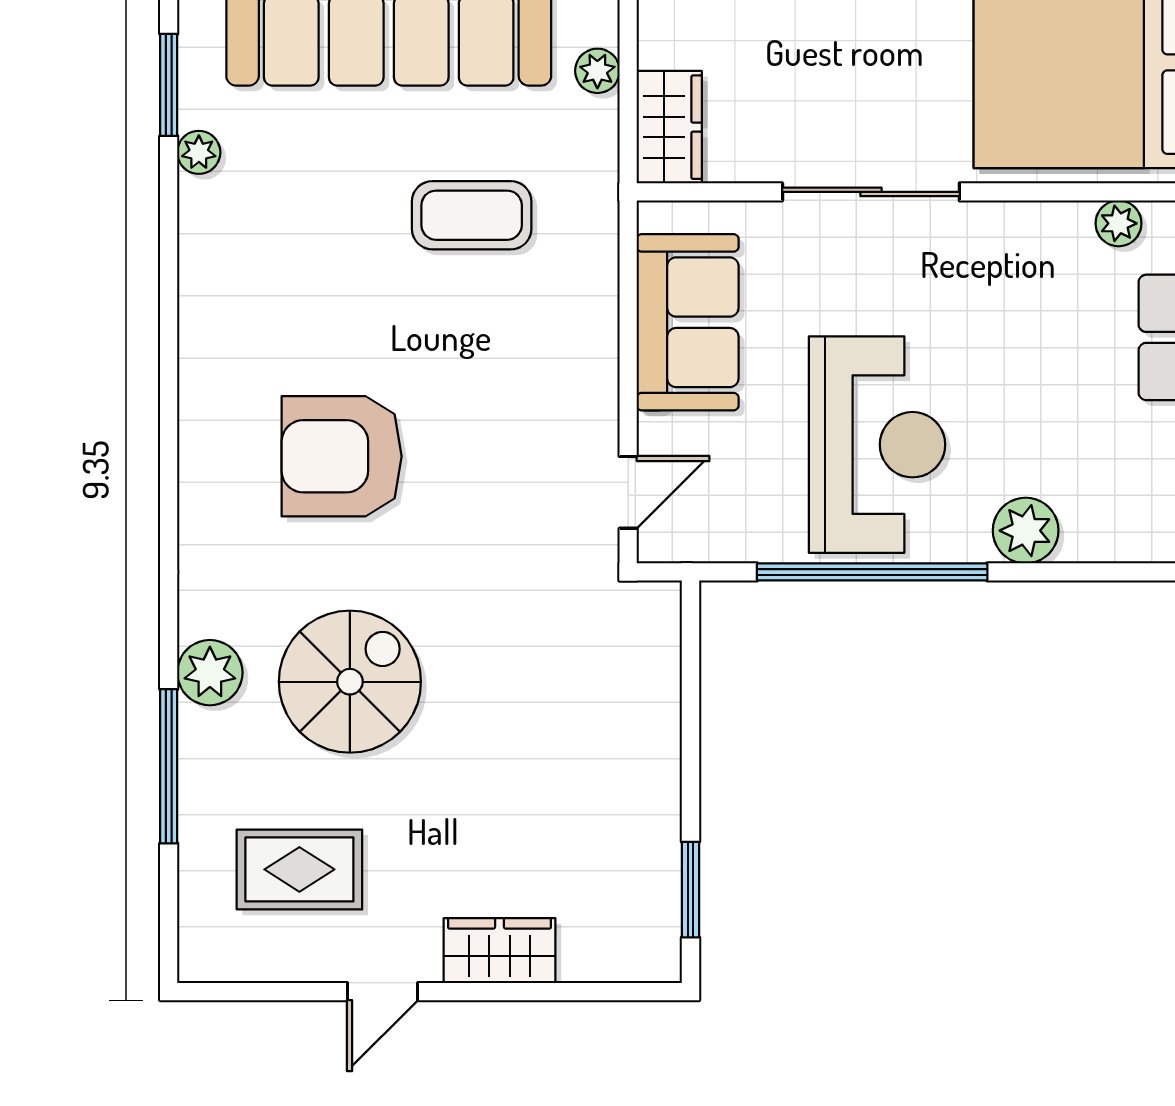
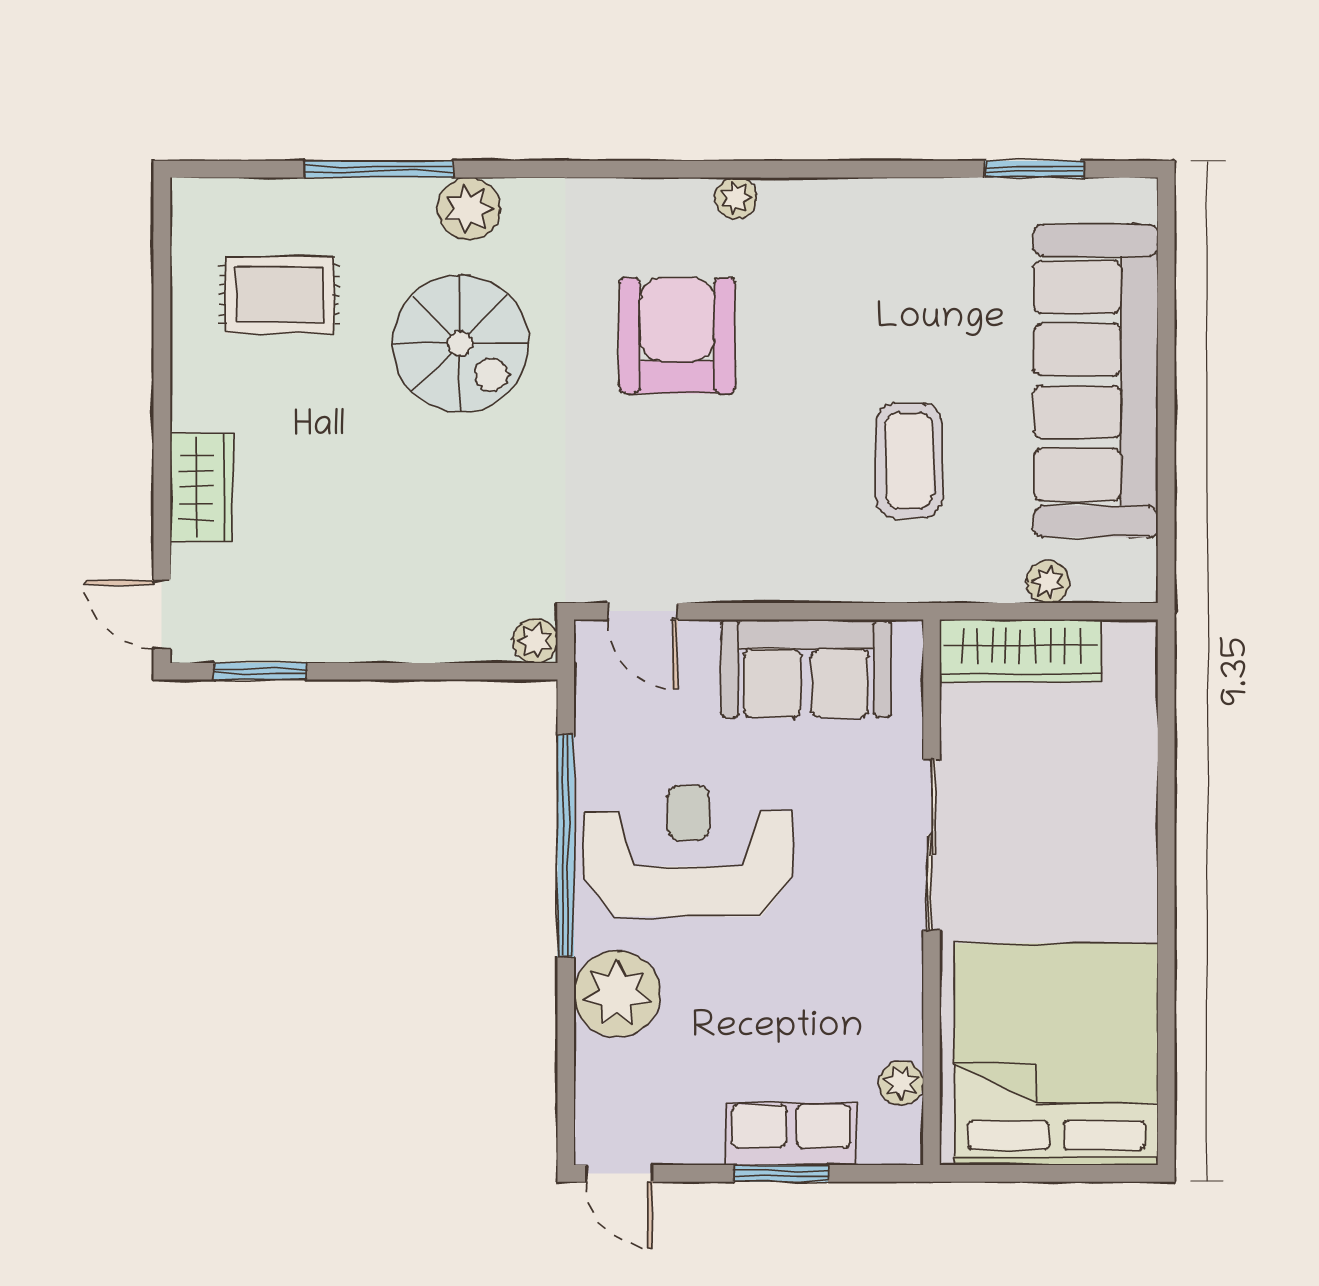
wardrobe: (669, 127) -> (1021, 651), width x1.50
plant: (199, 152) -> (736, 198), moved
reception desk: (877, 445) -> (688, 851), turned 180
plant: (1026, 531) -> (617, 994), width x1.36, depth x1.36
plant: (659, 604) -> (535, 641), added
rug: (299, 869) -> (279, 295), turned 90
door: (383, 992) -> (162, 614), moved

